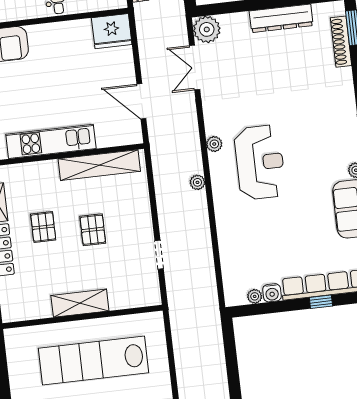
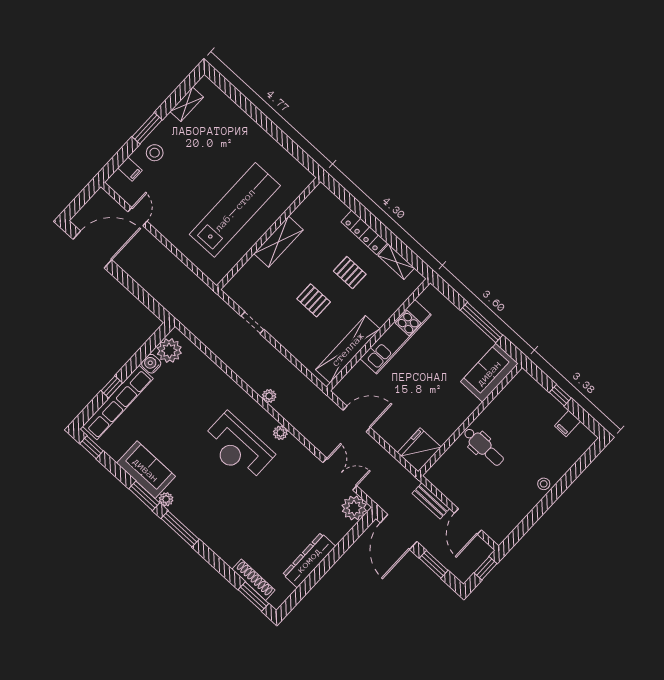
plant: (255, 296) -> (169, 351), width x1.88, depth x1.88

